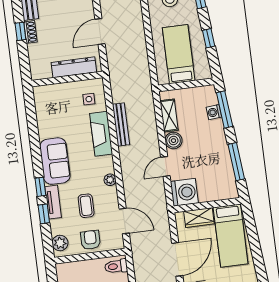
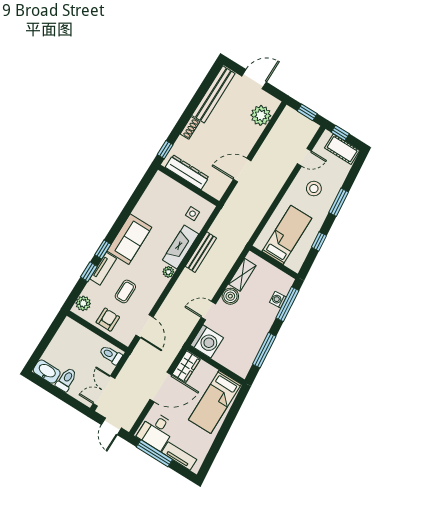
window: (20, 31) -> (165, 150), moved
dresser: (74, 67) -> (187, 172), moved
plant: (110, 180) -> (168, 272), moved
wardrobe: (199, 218) -> (186, 367), moved, turned -90

